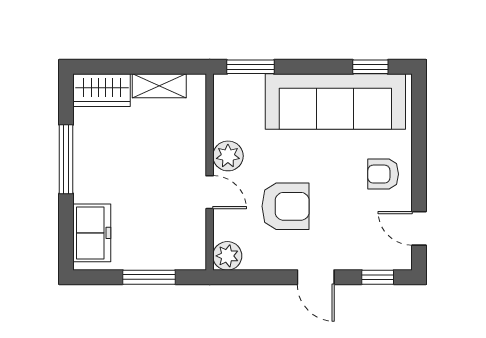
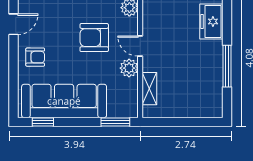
shelving: (159, 86) -> (149, 89), moved, turned 90
wardrobe: (102, 90) -> (205, 108), removed
door: (419, 228) -> (13, 24), hinge flipped

